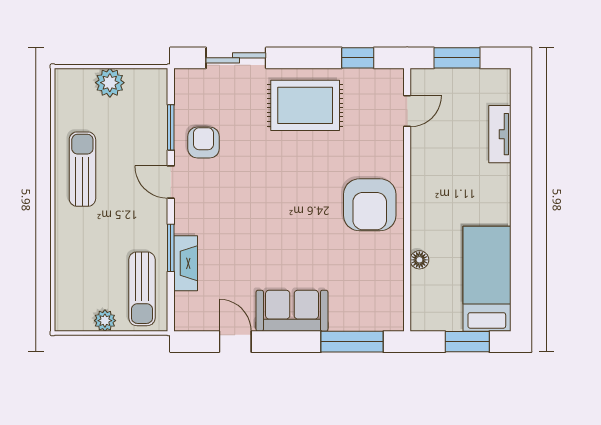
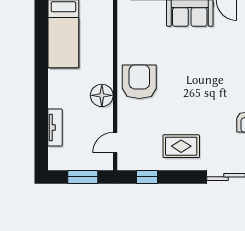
rug: (305, 105) -> (181, 146), width x0.73, depth x0.70
floor lamp: (419, 260) -> (102, 95), moved, width x1.89, depth x1.89

